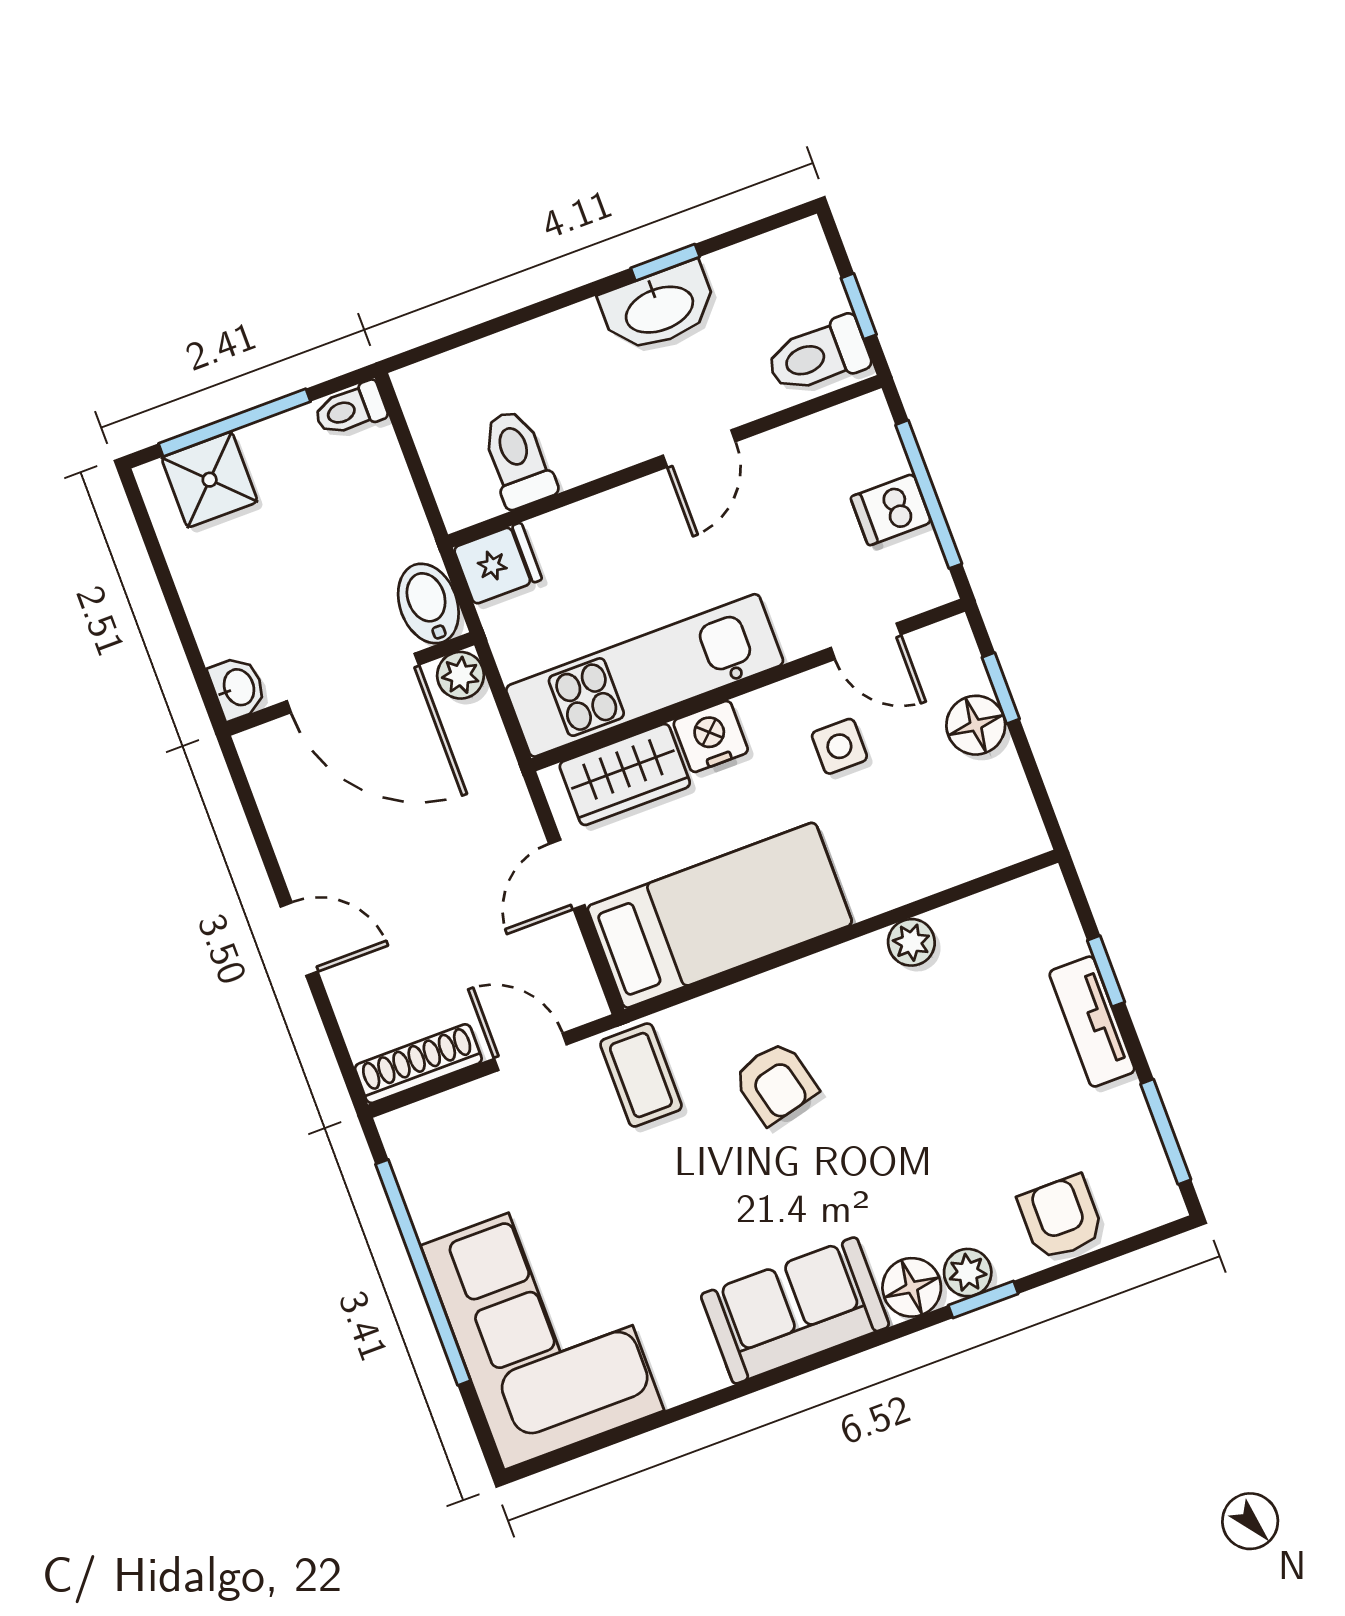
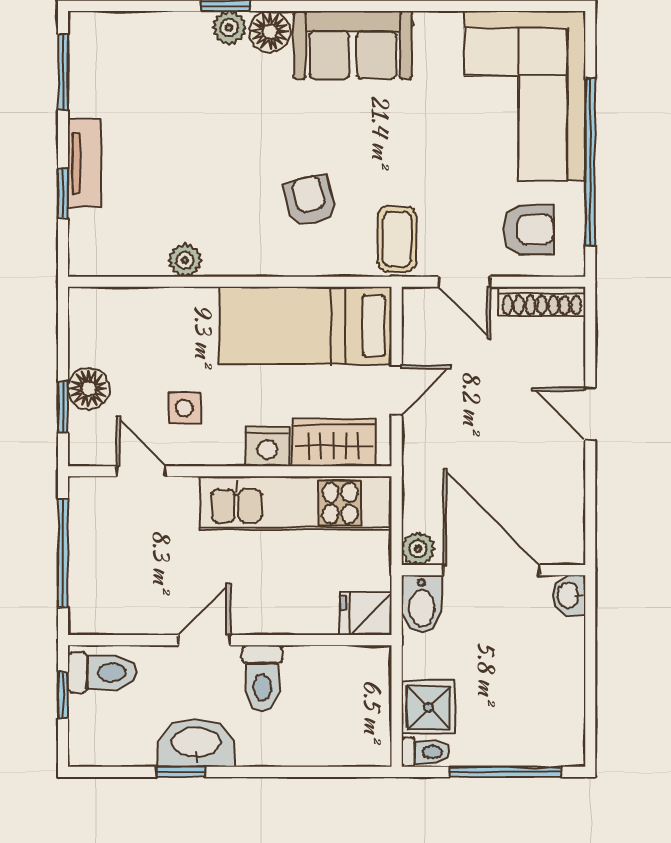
toilet: (518, 459) -> (262, 678), moved
shower: (210, 480) -> (428, 707), moved
dishwasher: (891, 510) -> (92, 552), removed
armchair: (1061, 1217) -> (528, 229), moved, turned -90

